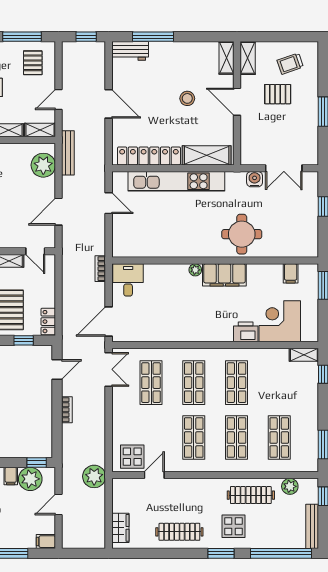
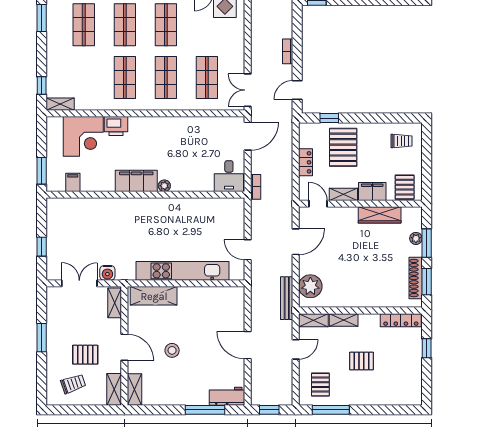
shelving: (247, 148) -> (115, 303), added
locker: (149, 156) -> (209, 295), removed
round table: (242, 234) -> (120, 220), removed
locker: (48, 322) -> (306, 162), moved

